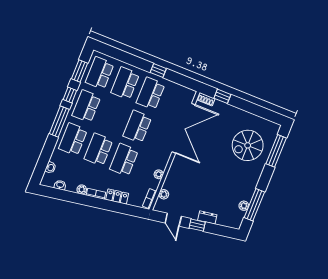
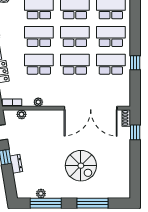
school desk: (112, 116) -> (75, 37), added
spiral stairs: (248, 145) -> (81, 166), moved, turned 180
window: (276, 151) -> (93, 203), moved

